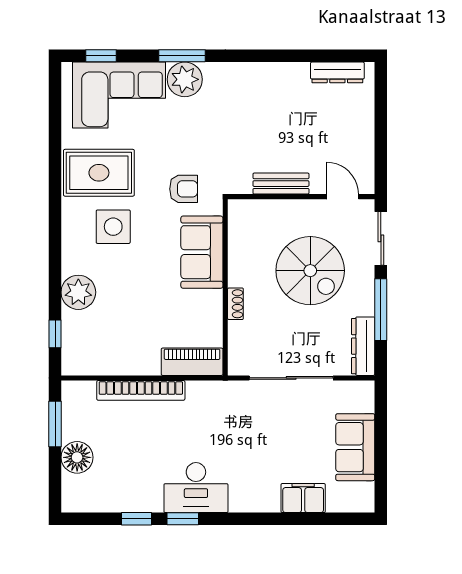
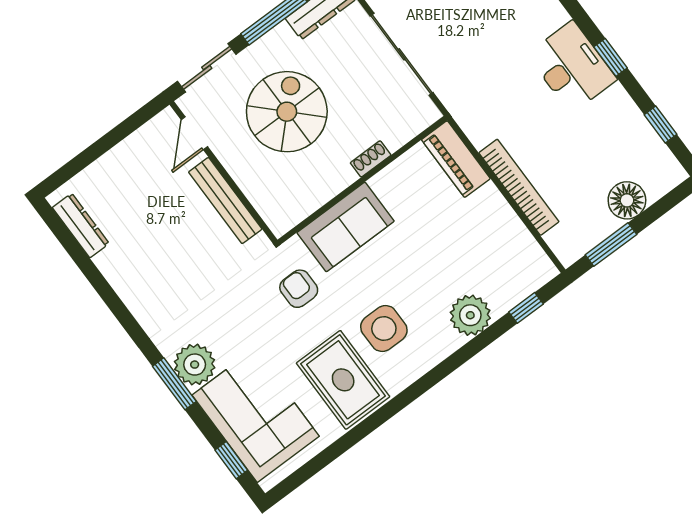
bench: (281, 184) -> (225, 201), width x1.36
window: (136, 519) -> (661, 124), moved

